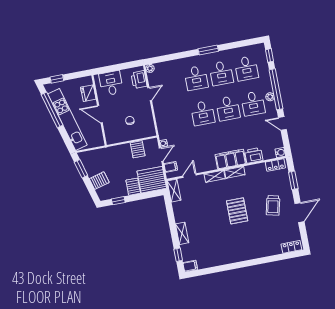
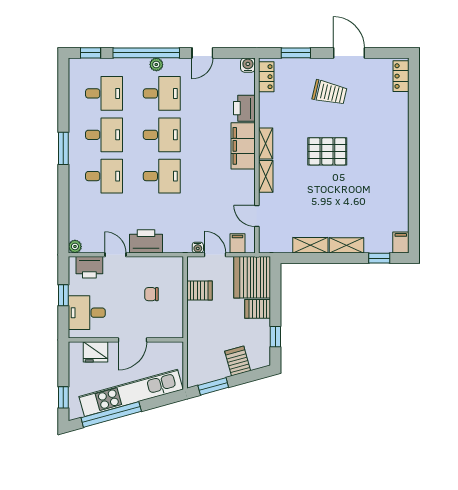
window: (119, 67) -> (63, 295), added
printer: (161, 111) -> (146, 241), added
shelving: (174, 191) -> (310, 245), moved

